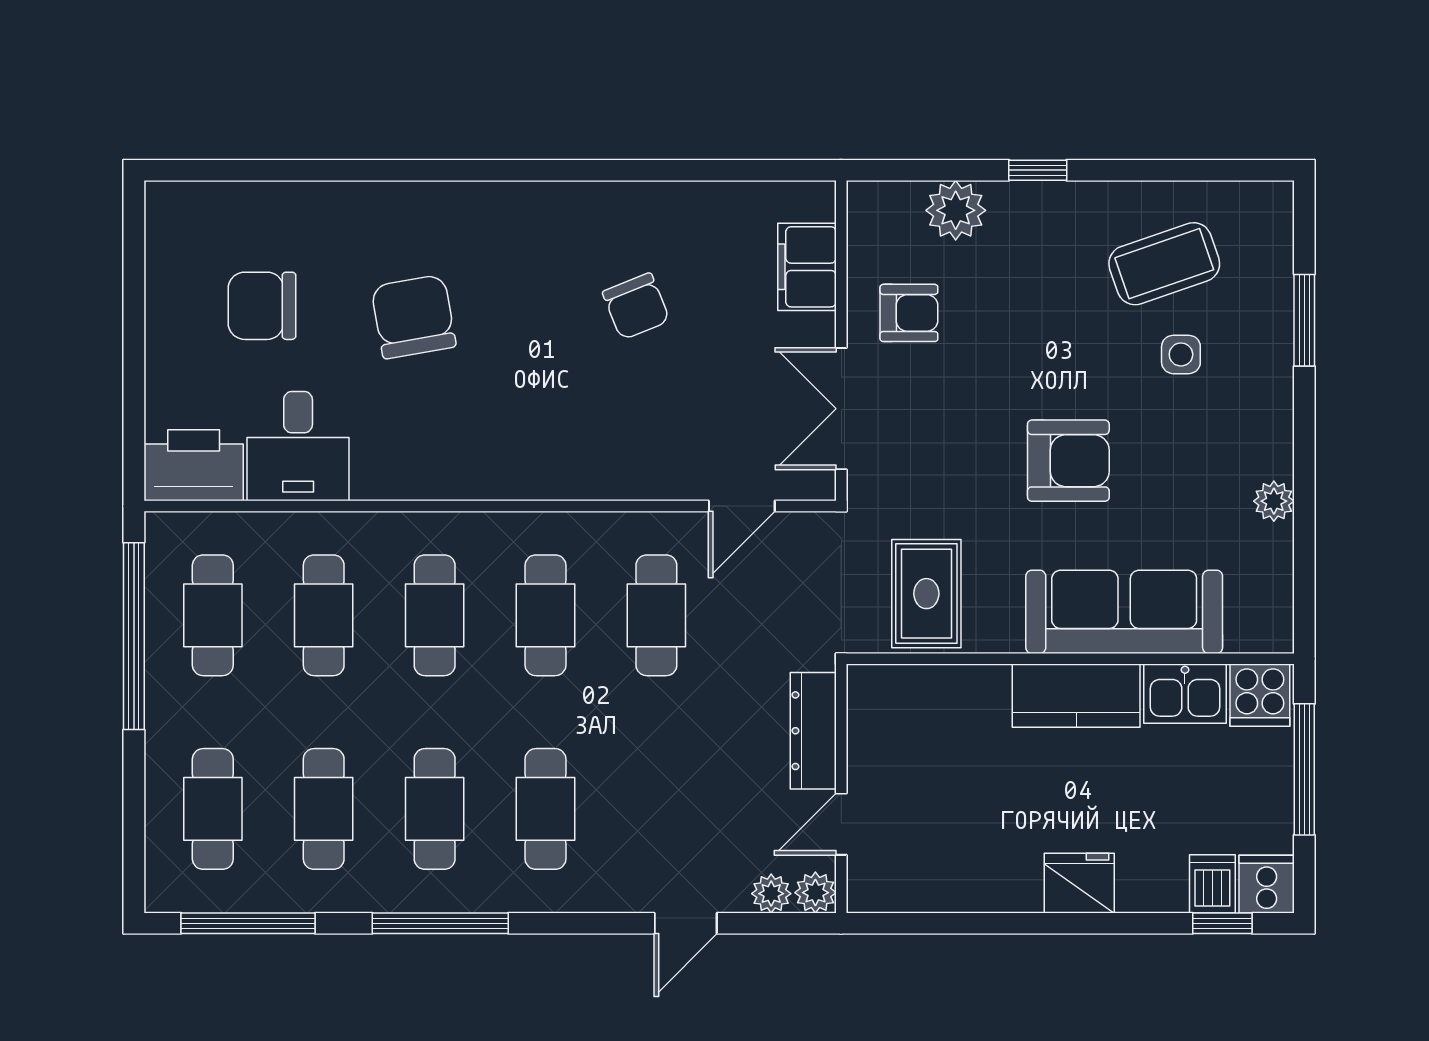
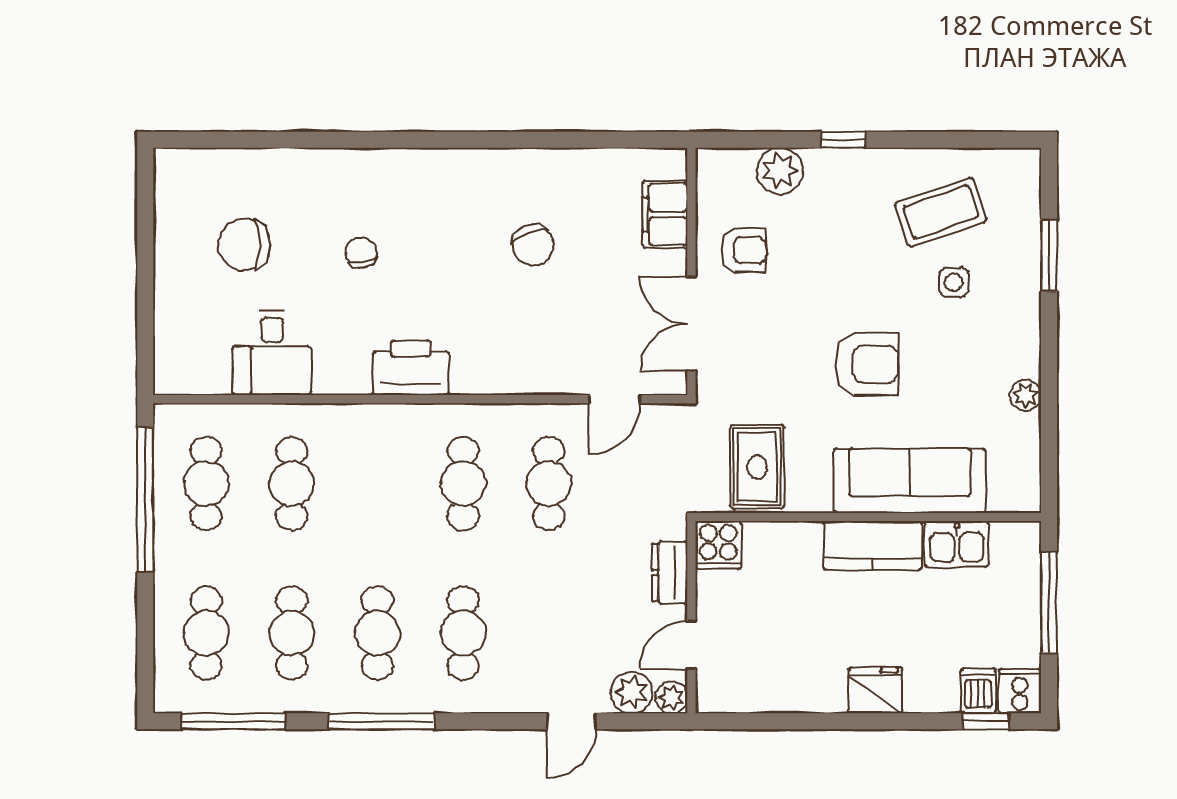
chair: (414, 317) -> (361, 253), width x0.54, depth x0.54
printer: (194, 465) -> (411, 368), moved
cafe table: (435, 615) -> (377, 484), removed
cooker: (1260, 695) -> (718, 545), moved
dresser: (813, 731) -> (670, 573), width x0.70
plant: (771, 894) -> (632, 693), width x1.38, depth x1.38

